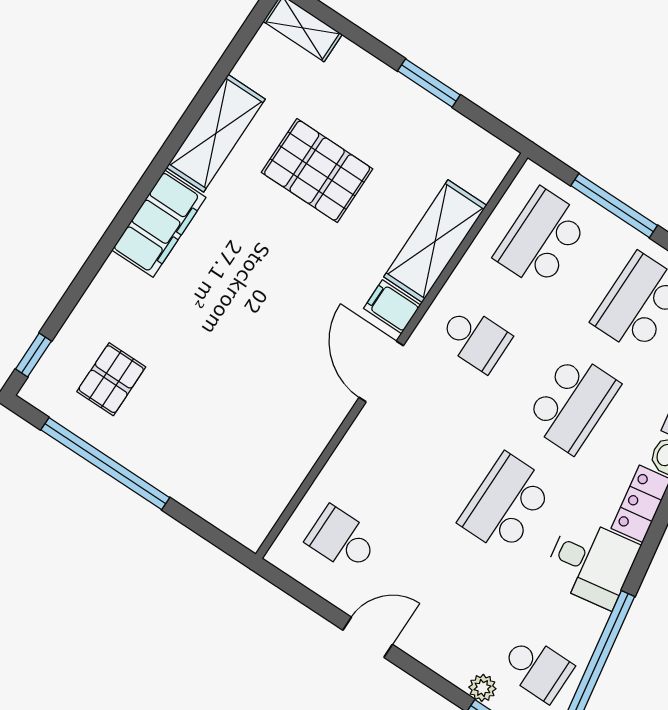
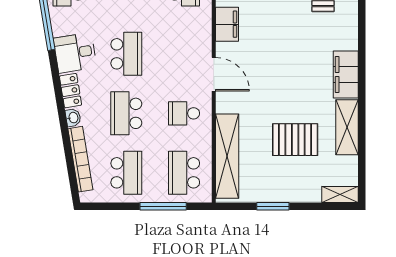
school desk: (541, 238) -> (184, 173), turned 180
shelving: (435, 241) -> (227, 156), width x1.47
filing cabinet: (392, 307) -> (227, 24), moved, width x2.00

